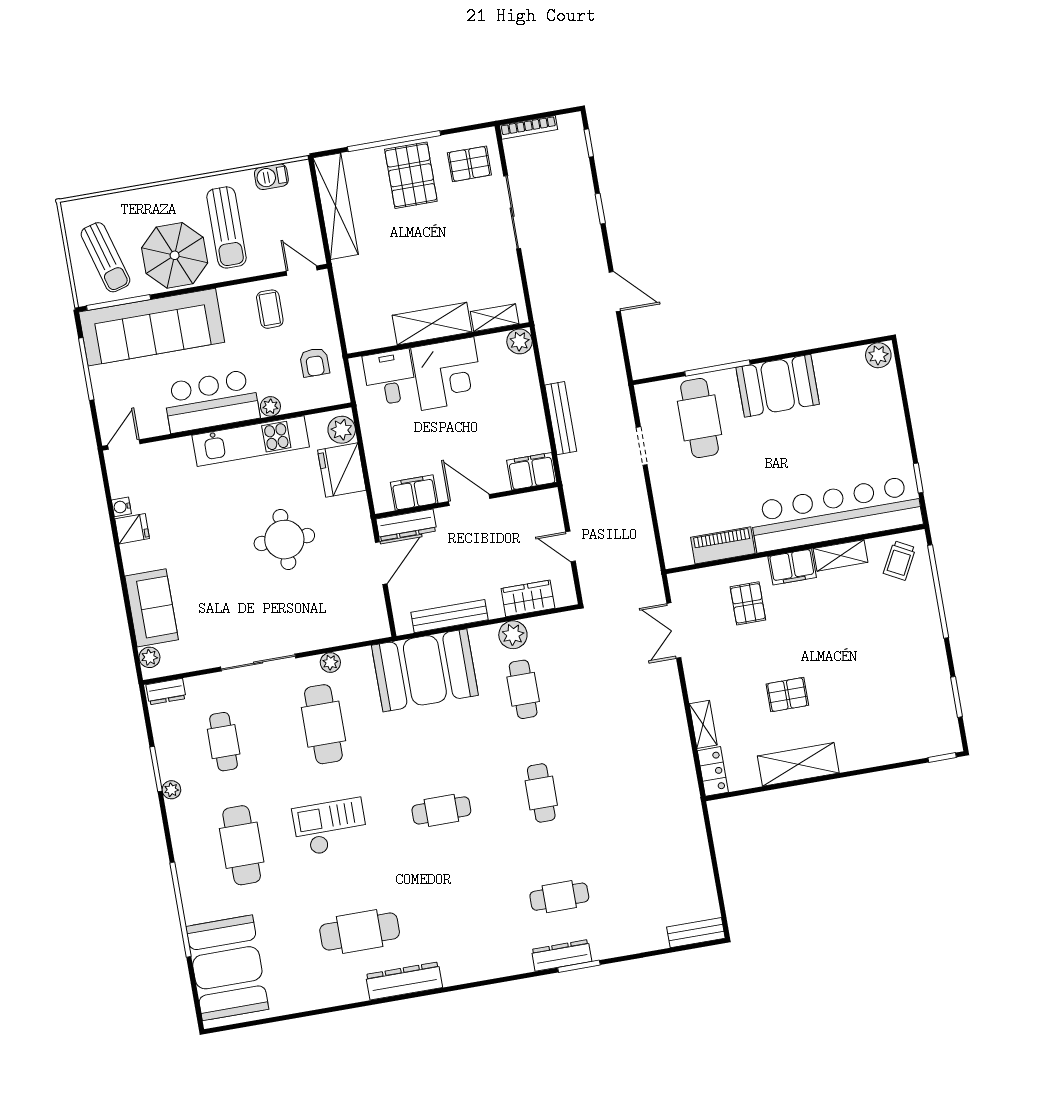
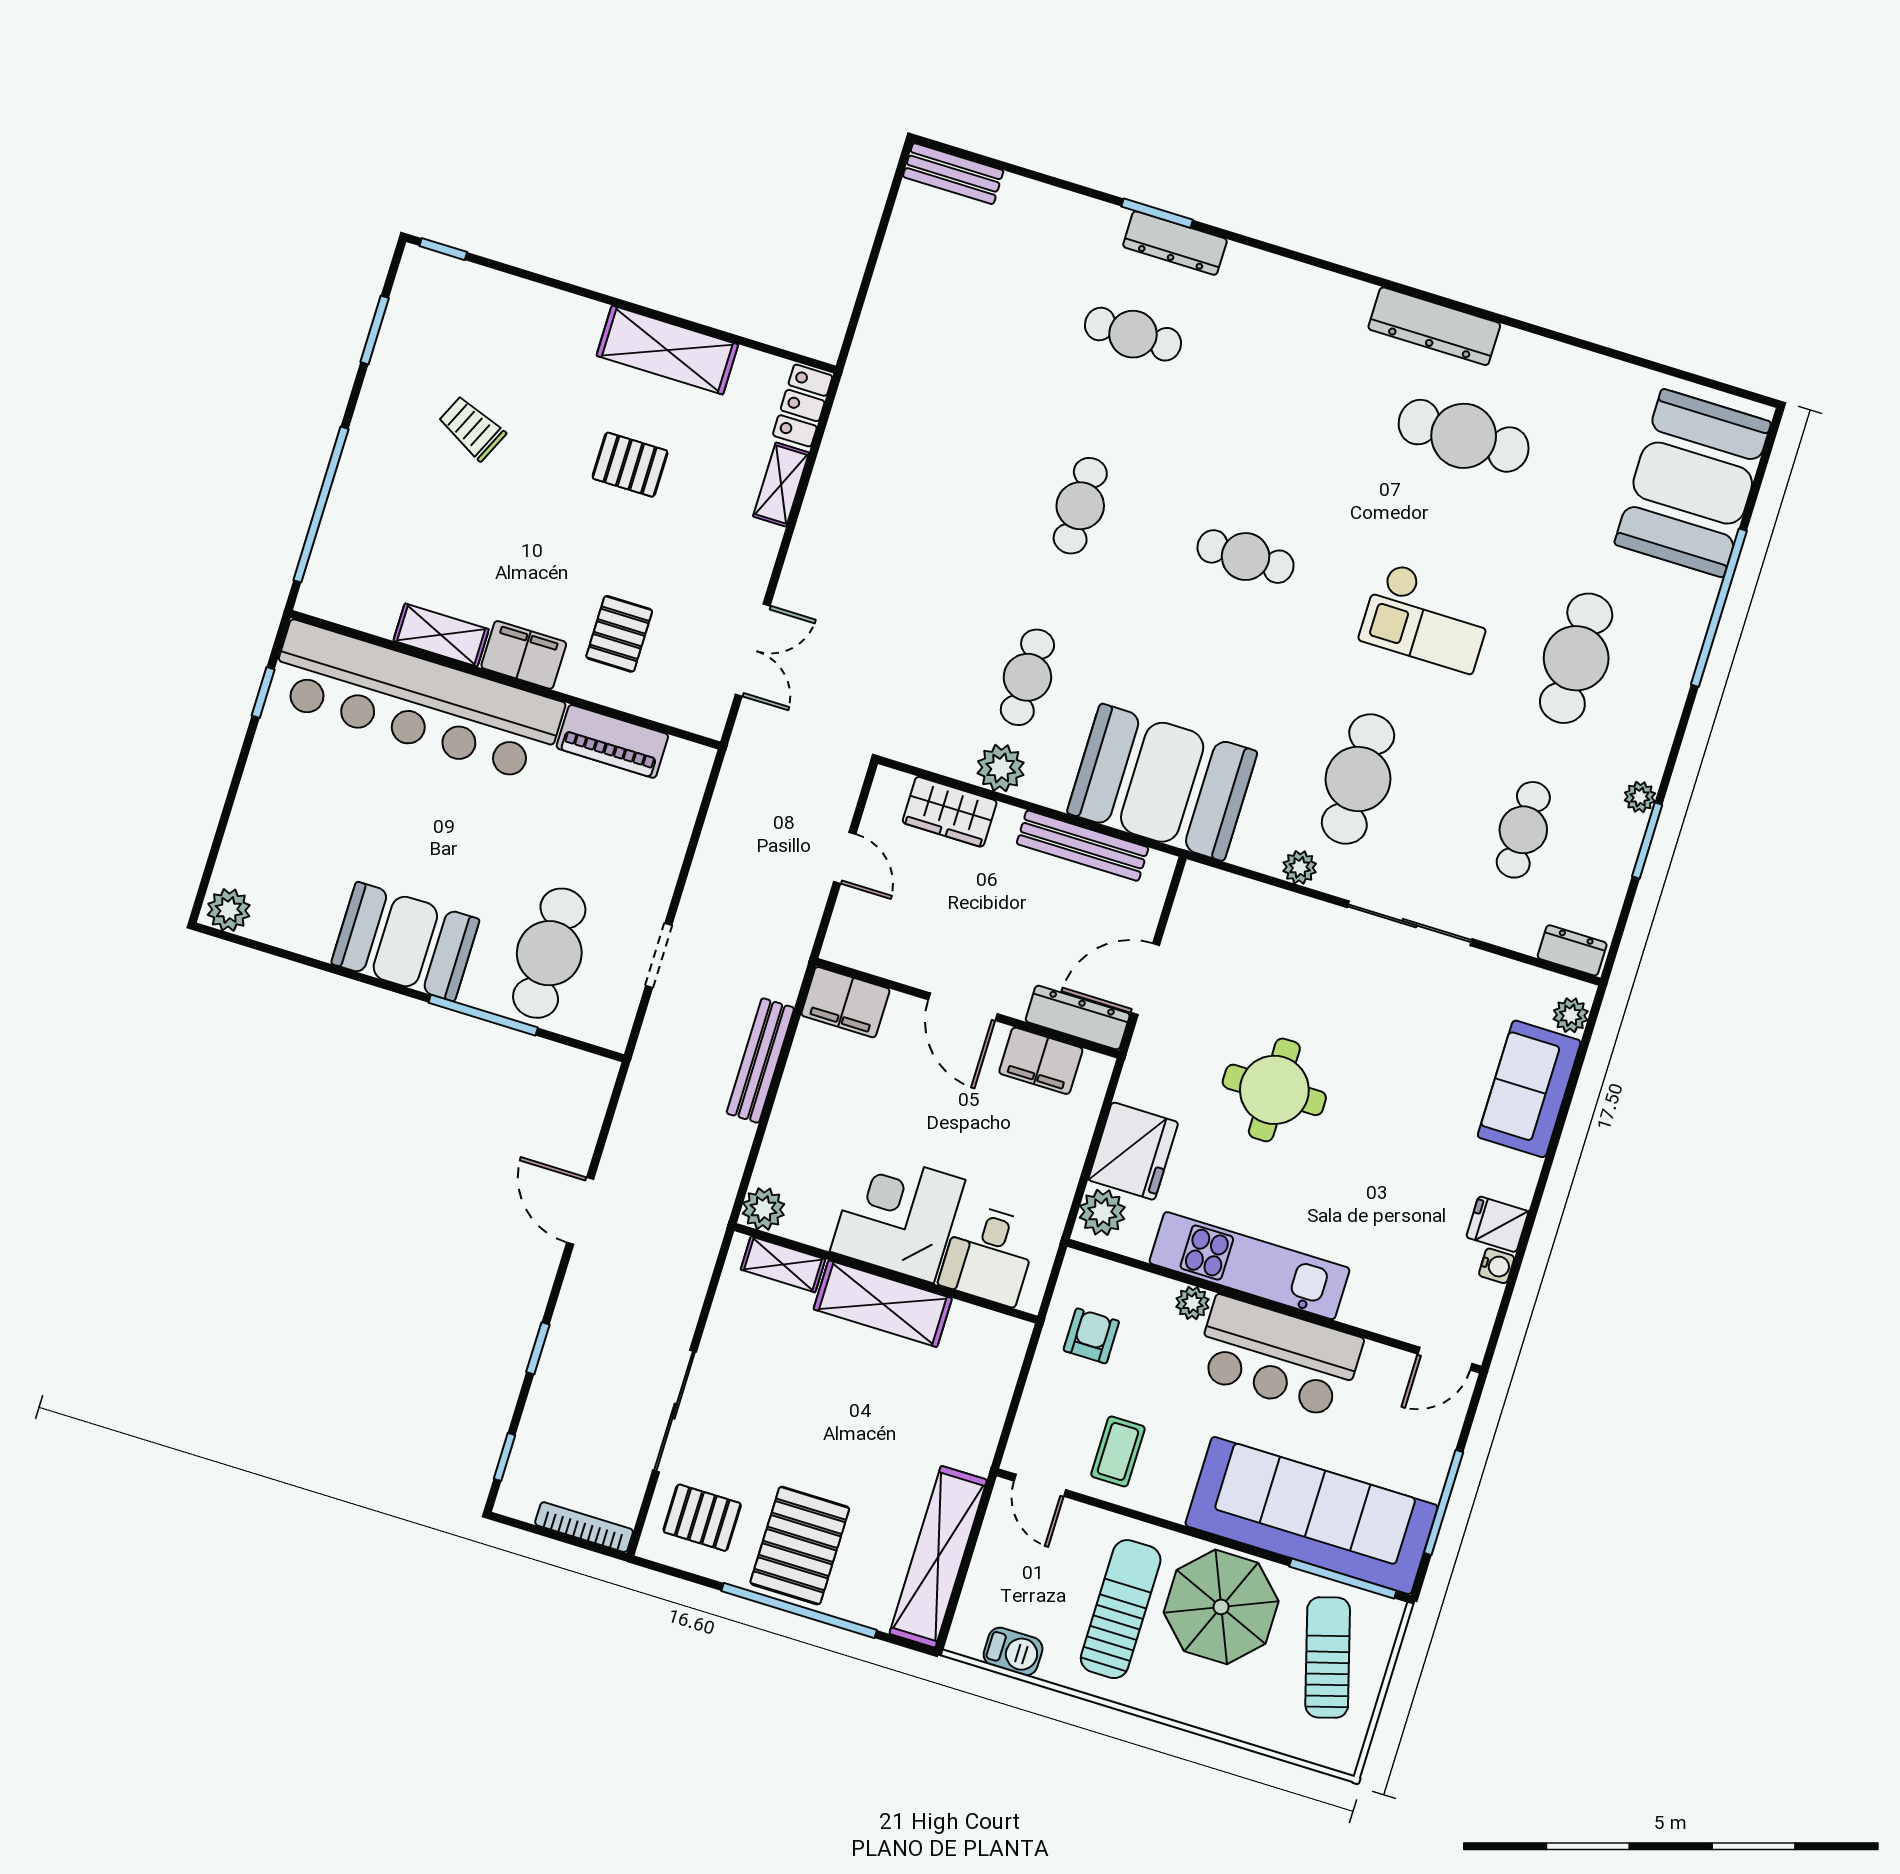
trolley: (900, 560) -> (472, 428), moved, turned -93

